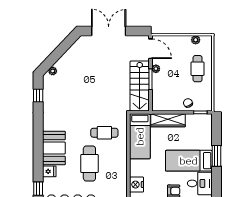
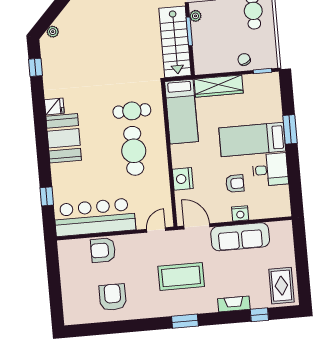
cafe table: (89, 163) -> (134, 151), moved
fridge: (49, 171) -> (54, 106), moved

